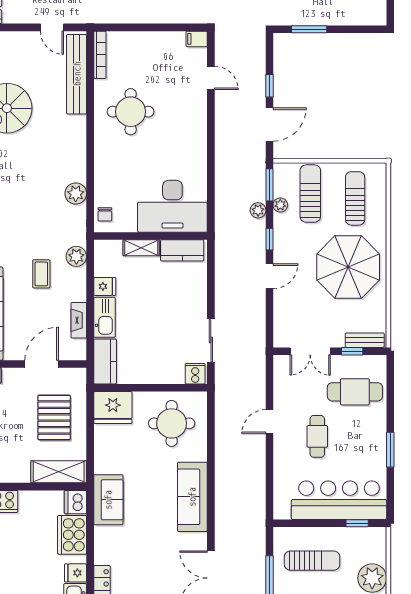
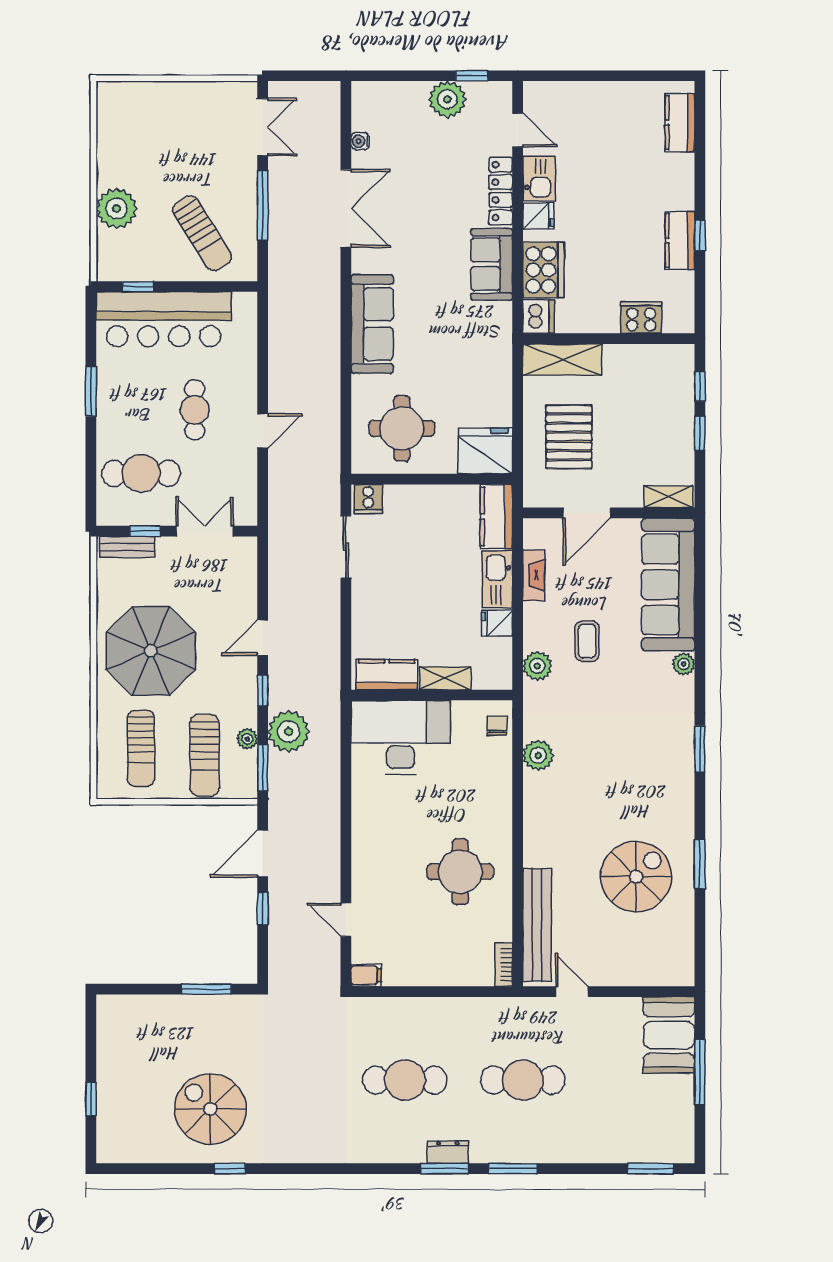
bookcase: (100, 55) -> (504, 965), width x0.64
plant: (258, 210) -> (289, 731), width x1.87, depth x1.87
sofa: (108, 500) -> (492, 264), moved
sun lounger: (312, 561) -> (202, 233), turned -122

